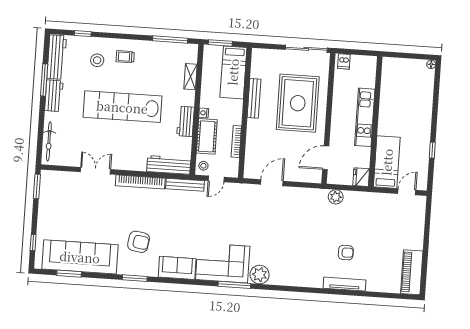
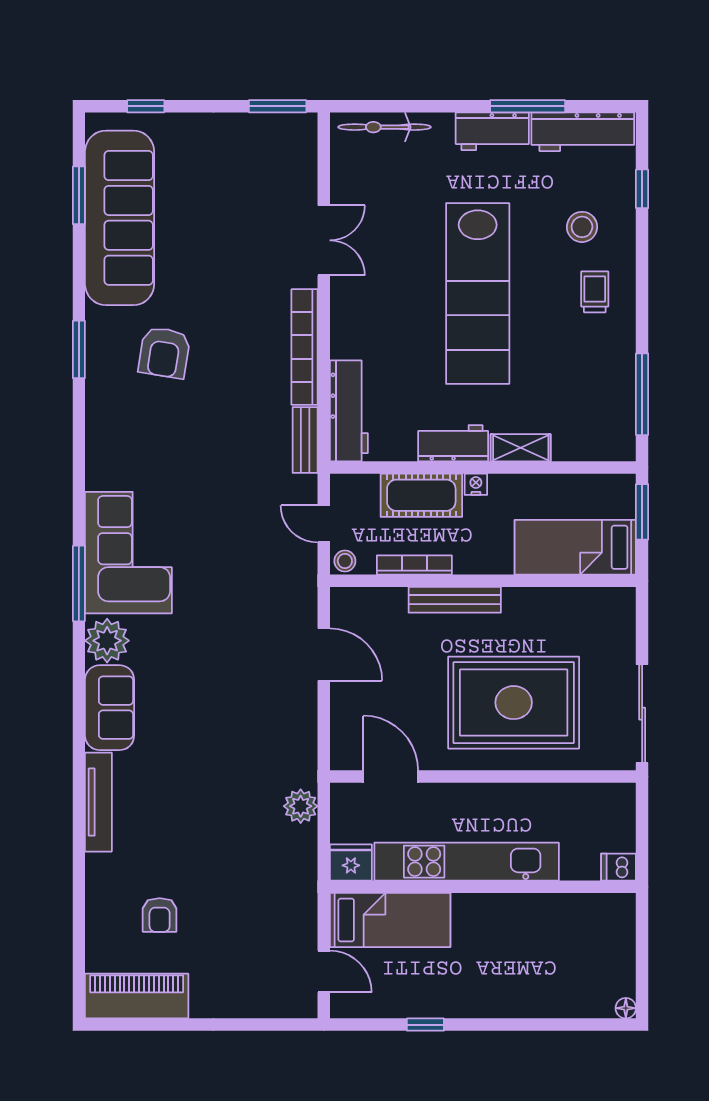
dishwasher: (344, 61) -> (619, 867), moved
shelving: (191, 77) -> (521, 448), moved
bench: (254, 98) -> (455, 600), moved
lab bench: (122, 107) -> (478, 294), turned 180
kitchen unit: (365, 117) -> (467, 862), width x1.36
stool: (203, 166) -> (345, 561), moved
bench: (185, 185) -> (305, 440), width x0.73
armchair: (346, 253) -> (160, 915), moved
sofa: (177, 268) -> (110, 708), moved
tv unit: (344, 284) -> (98, 802), moved

